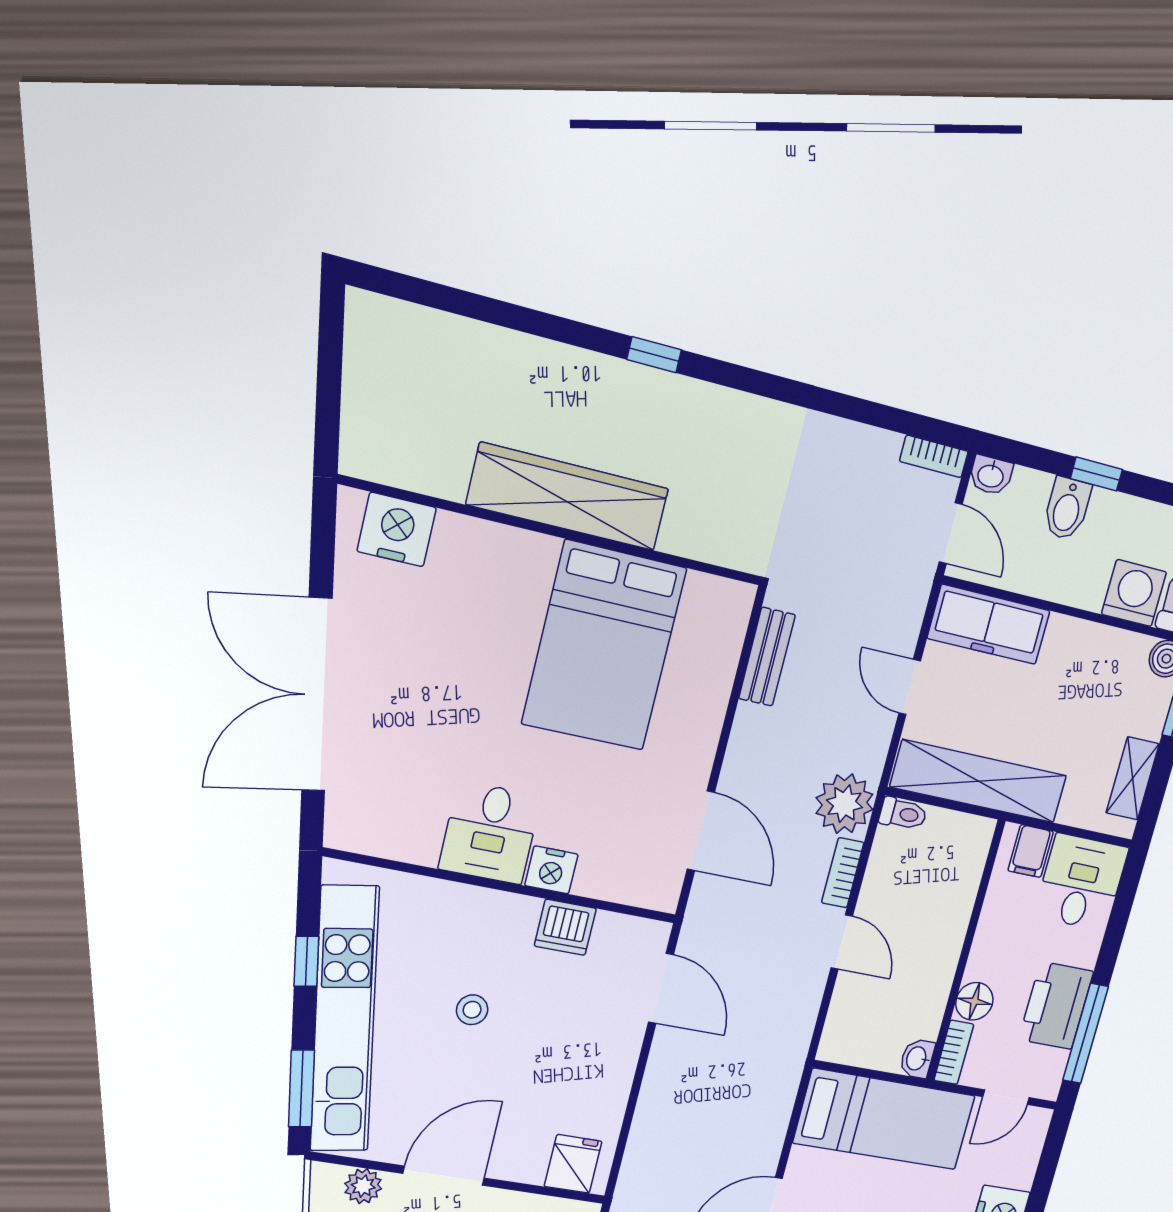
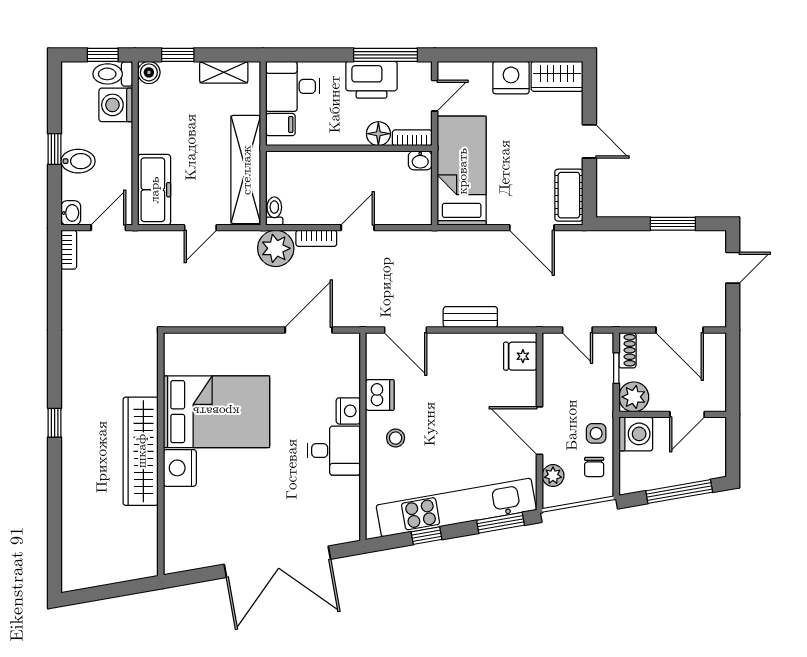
nightstand: (397, 529) -> (180, 468), moved
bench: (767, 657) -> (470, 317), moved
door: (661, 988) -> (405, 330), swing flipped
stool: (472, 1010) -> (396, 438), moved
door: (1006, 1097) -> (435, 96), hinge flipped

